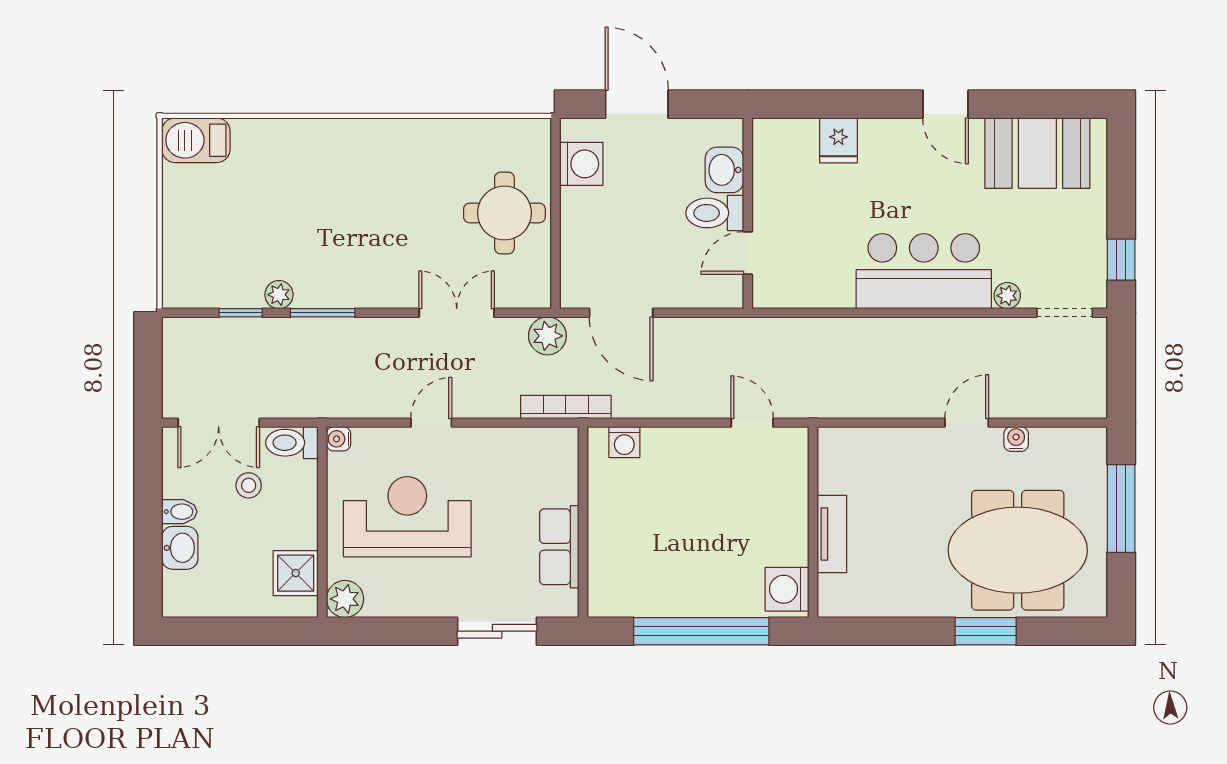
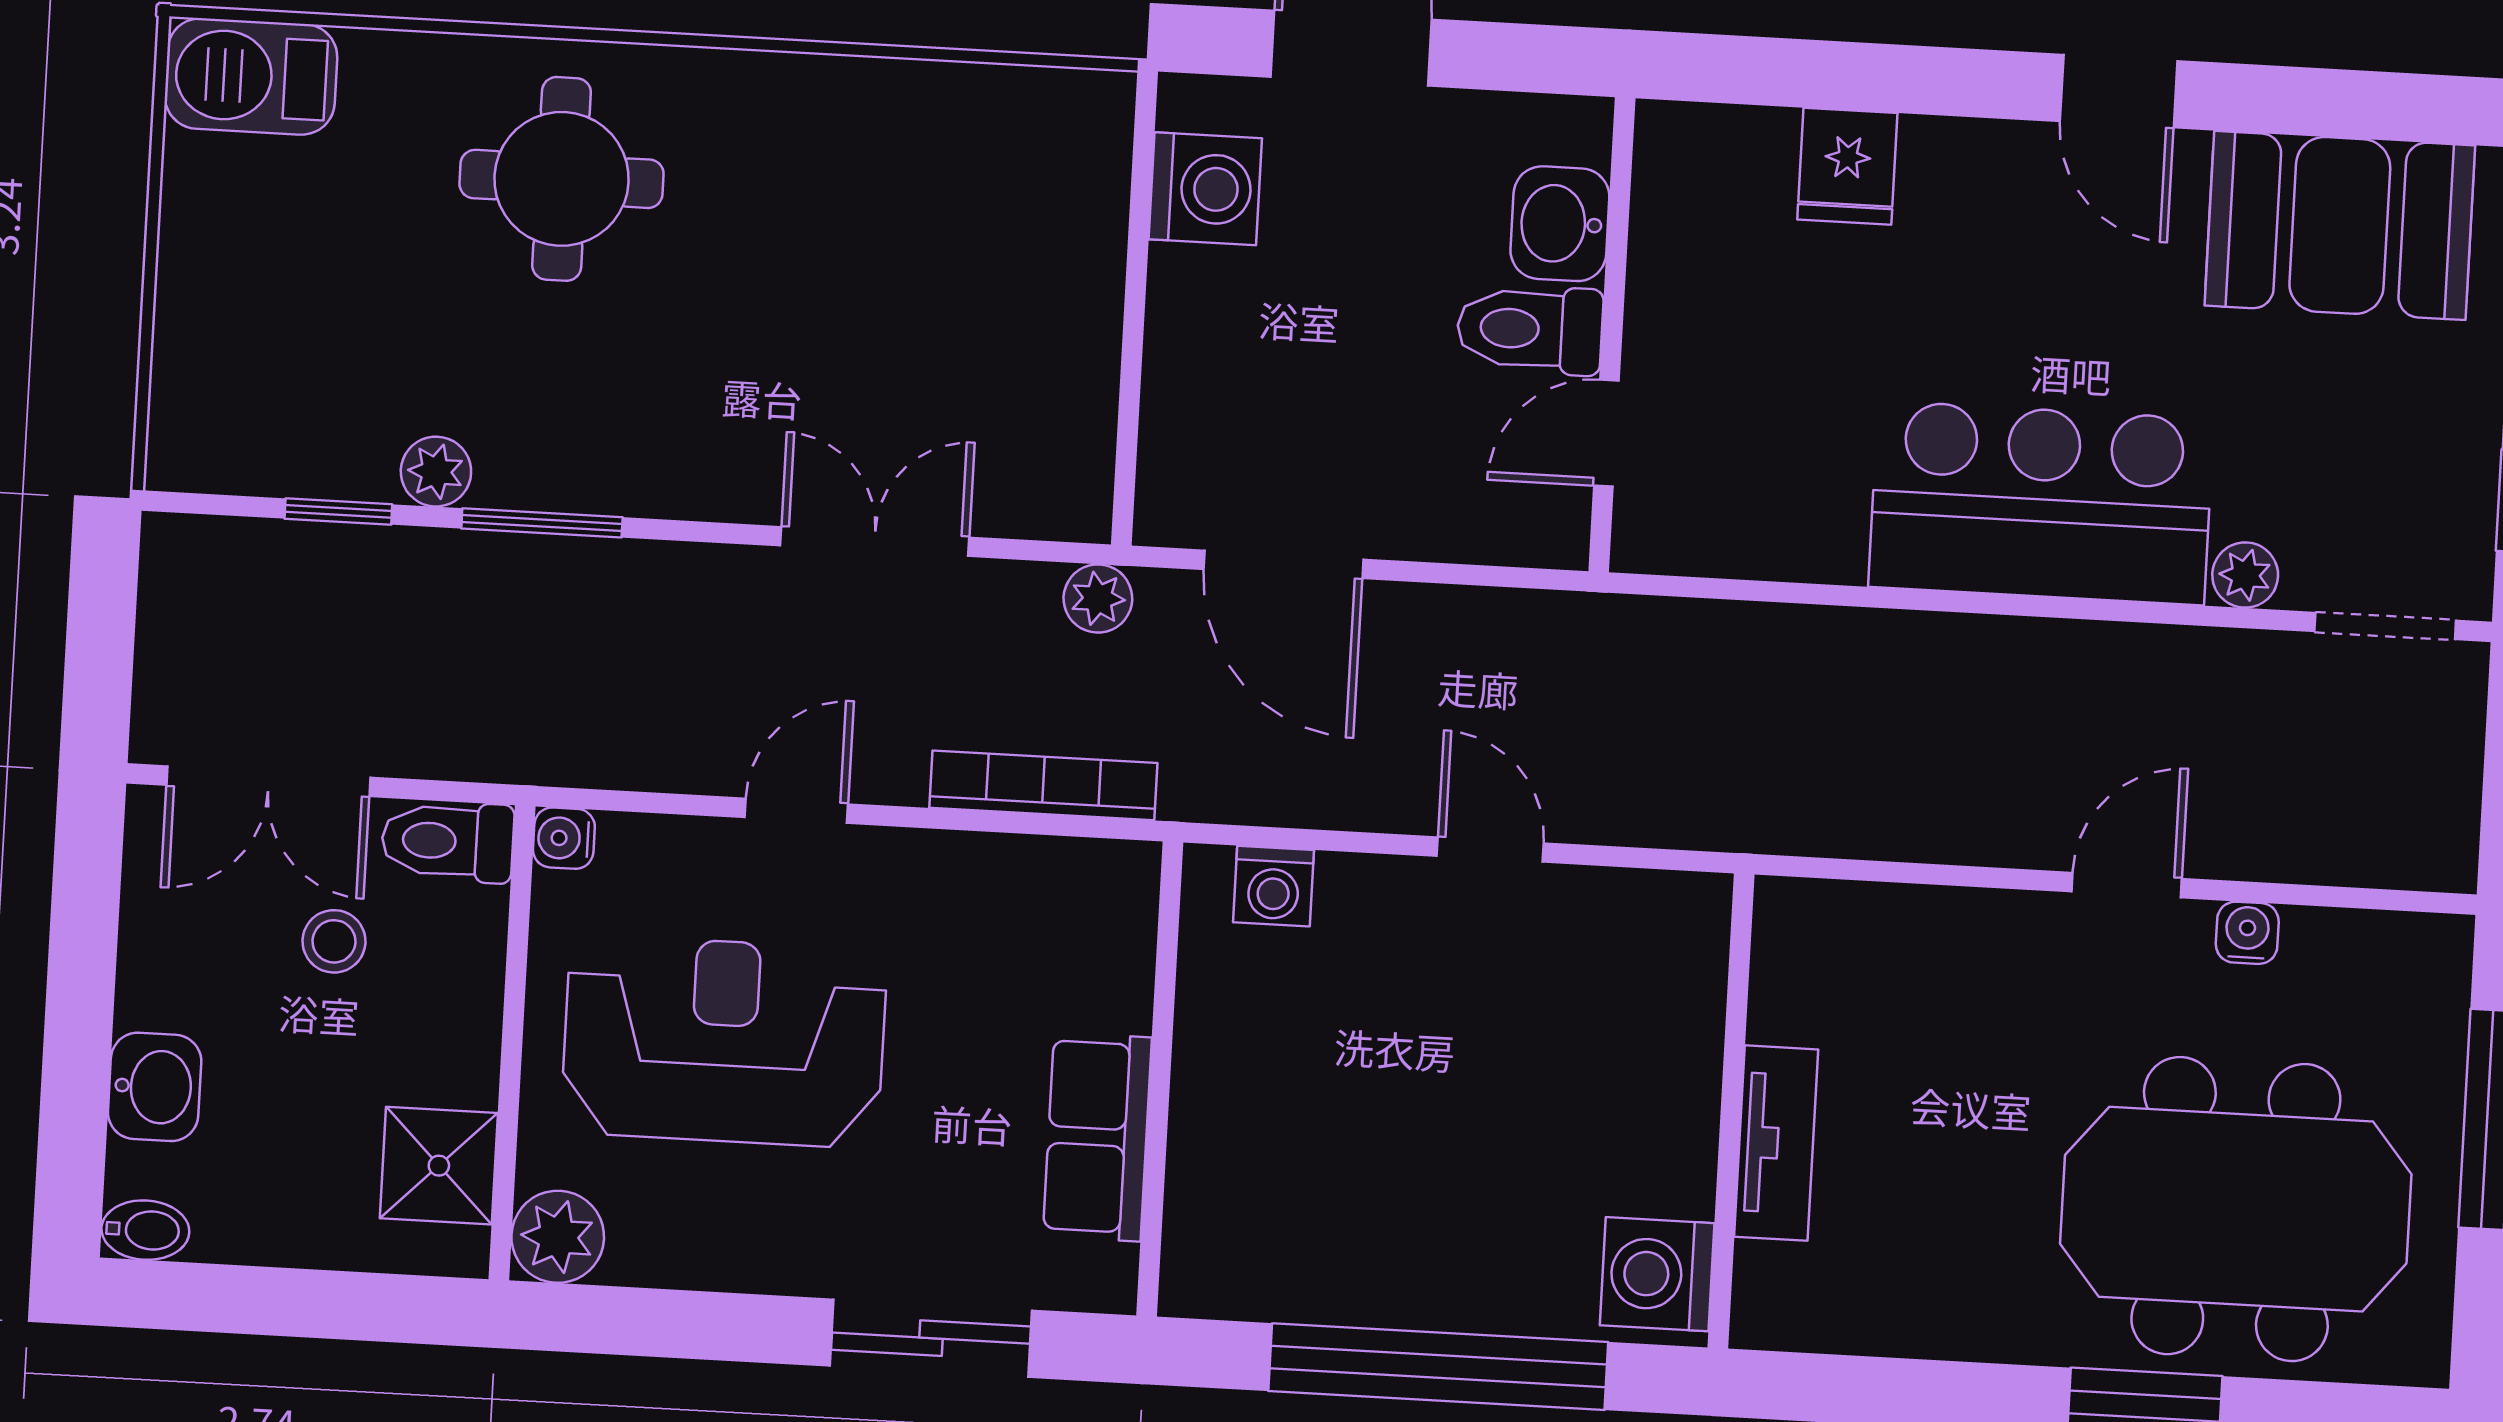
round table: (504, 213) -> (562, 179), moved
plant: (547, 336) -> (1098, 598), width x0.73, depth x0.73
bookcase: (566, 407) -> (1043, 785), moved
door: (752, 423) -> (1490, 850), moved
bidet: (179, 512) -> (145, 1230), moved

